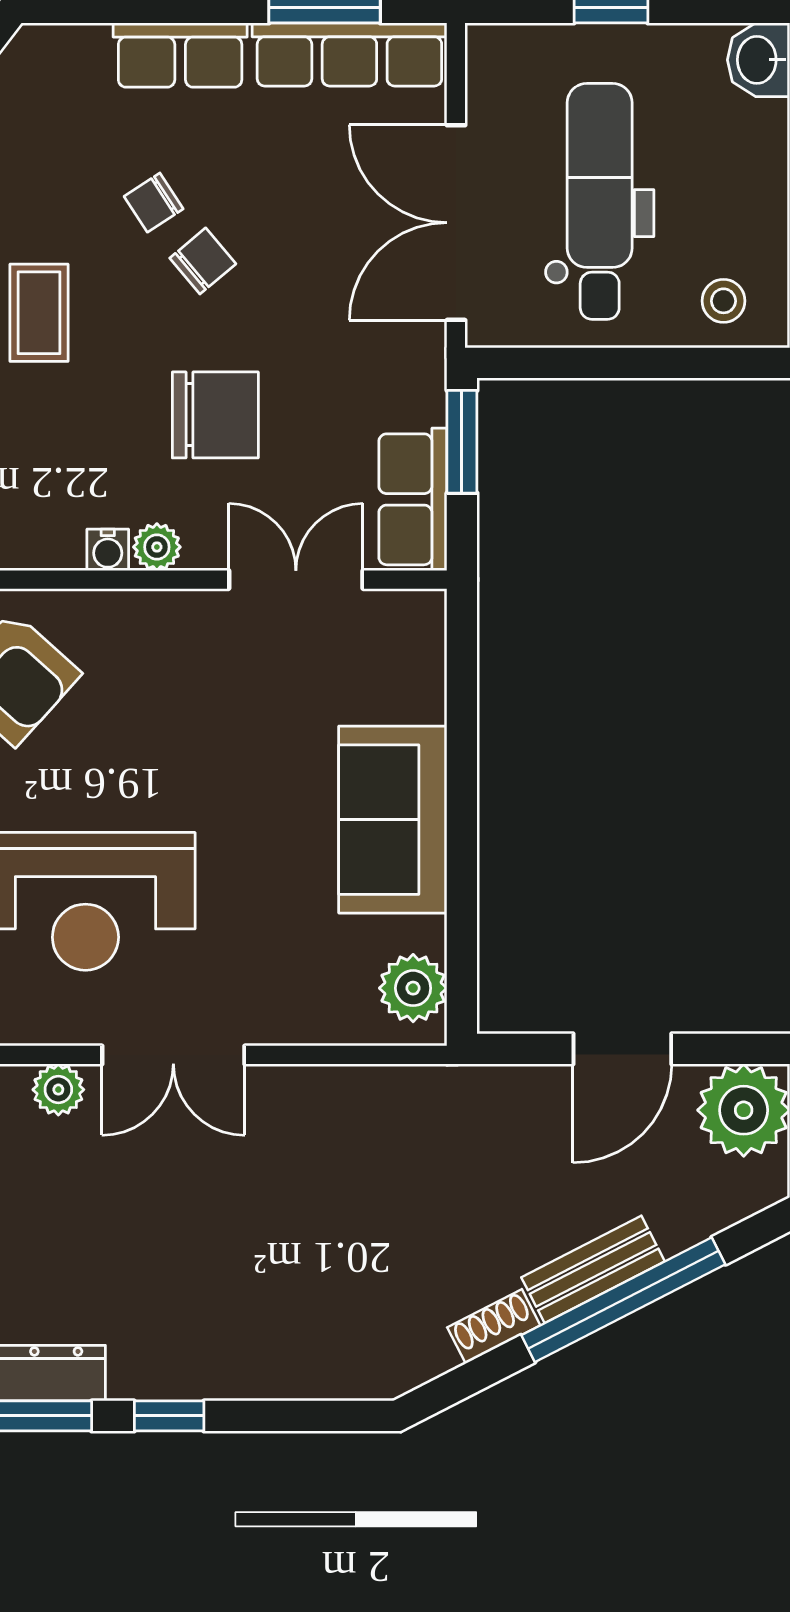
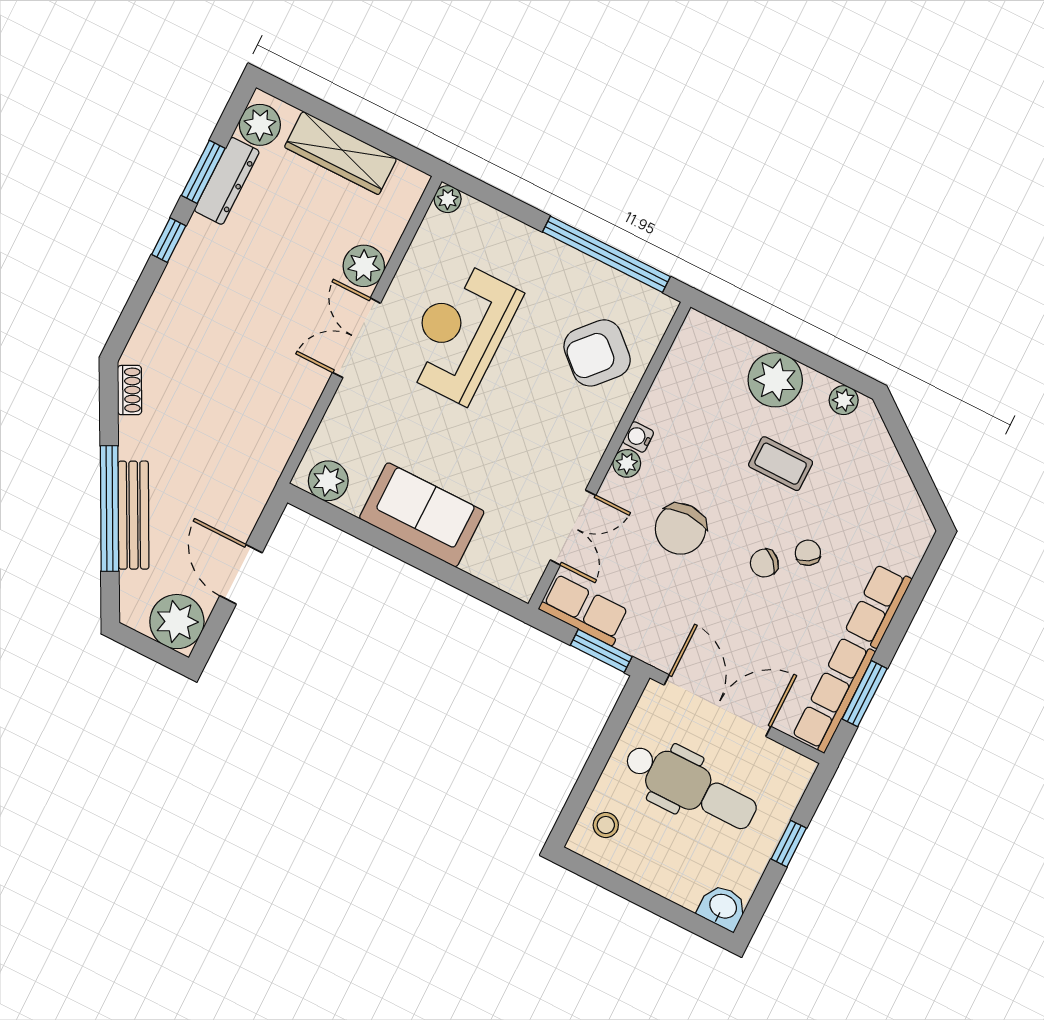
chair: (203, 261) -> (764, 563), turned 85
plant: (58, 1090) -> (364, 266), width x1.38, depth x1.38
bench: (593, 1269) -> (133, 515), width x1.36
shoe rack: (494, 1326) -> (129, 390), moved

